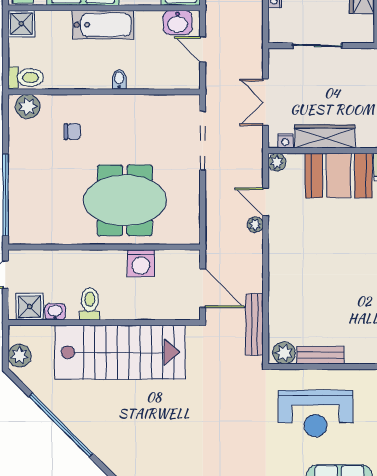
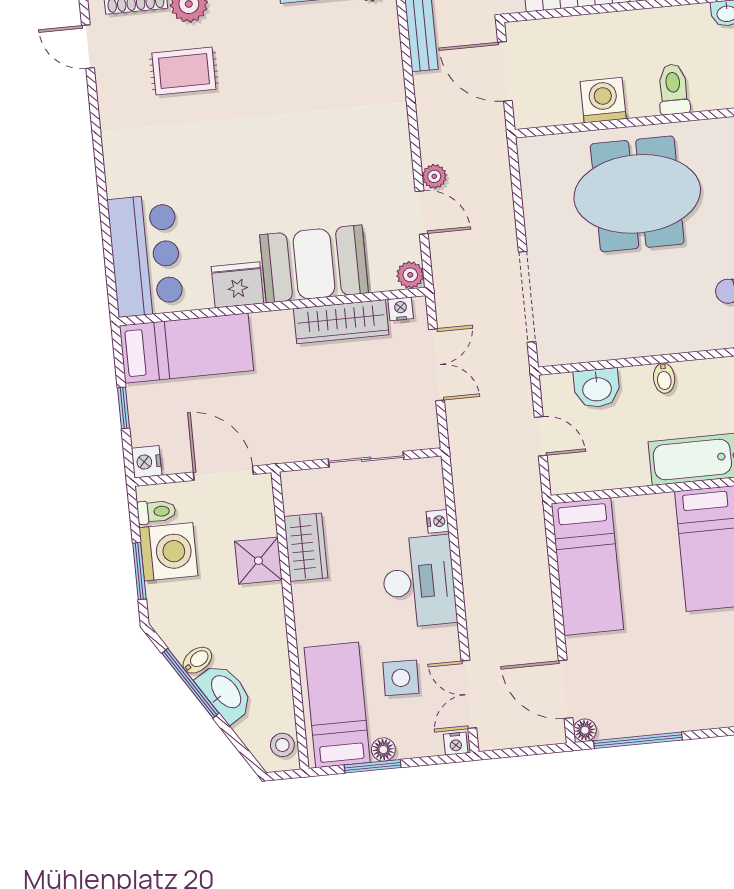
washbasin: (178, 23) -> (597, 388), moved, turned 180
toilet: (90, 304) -> (673, 89), moved, turned 180

